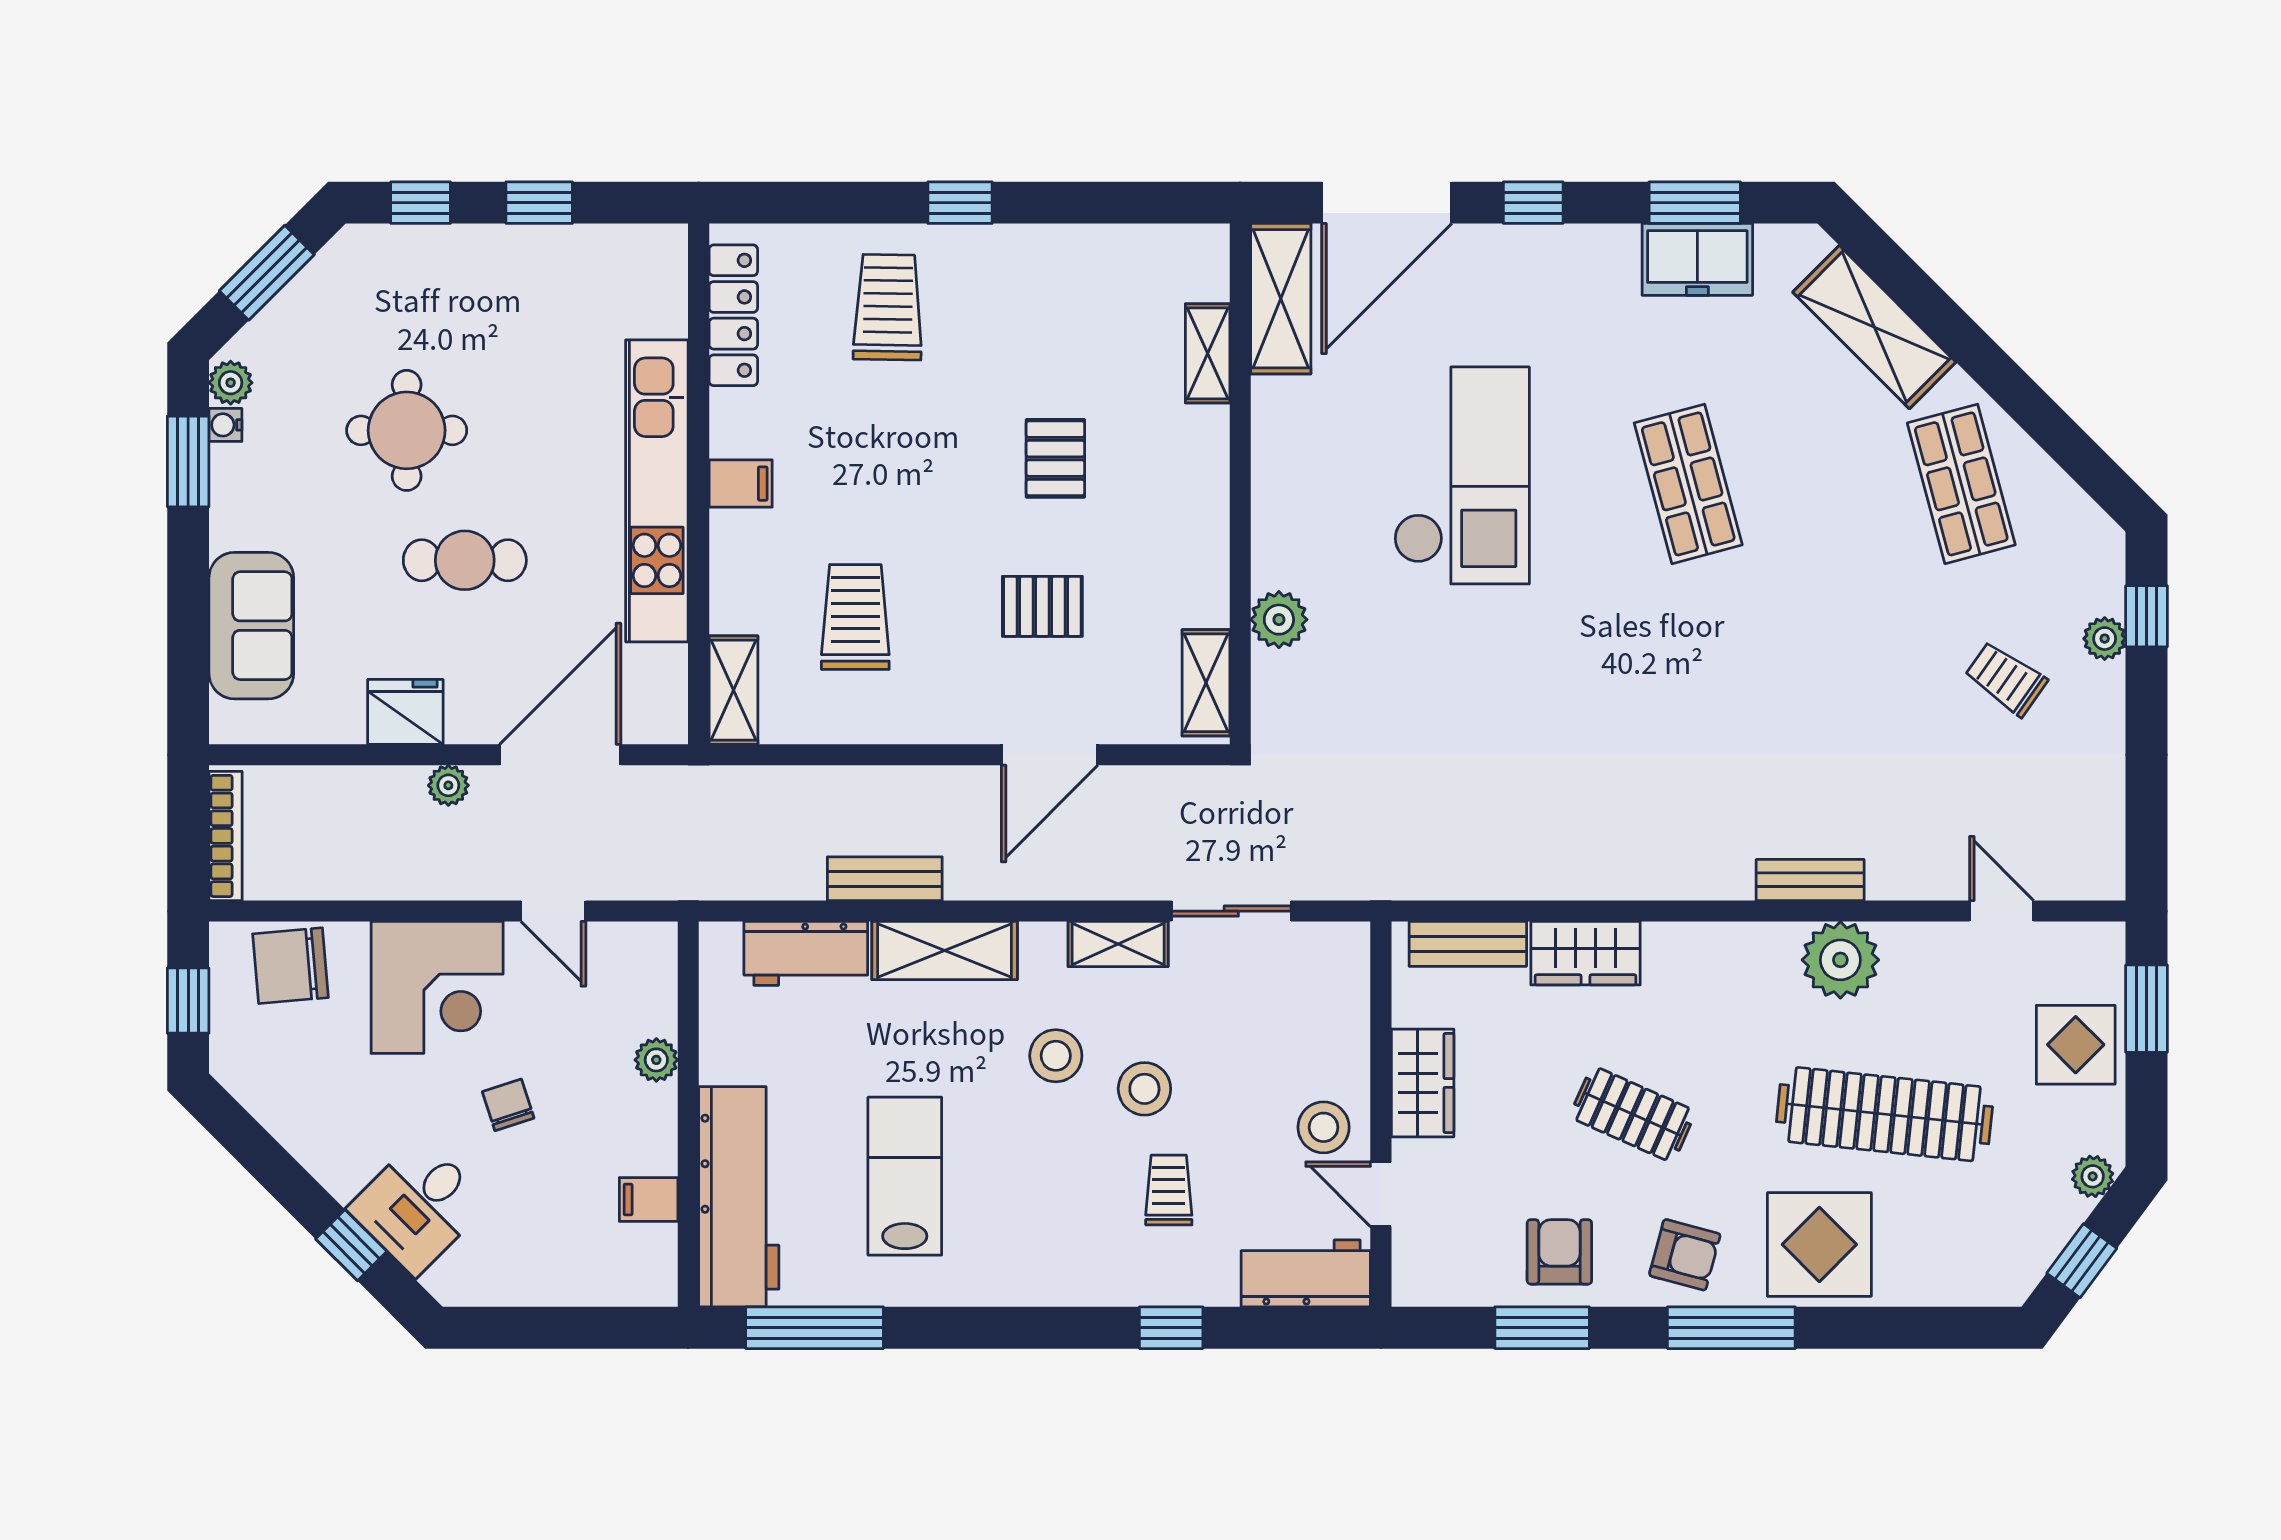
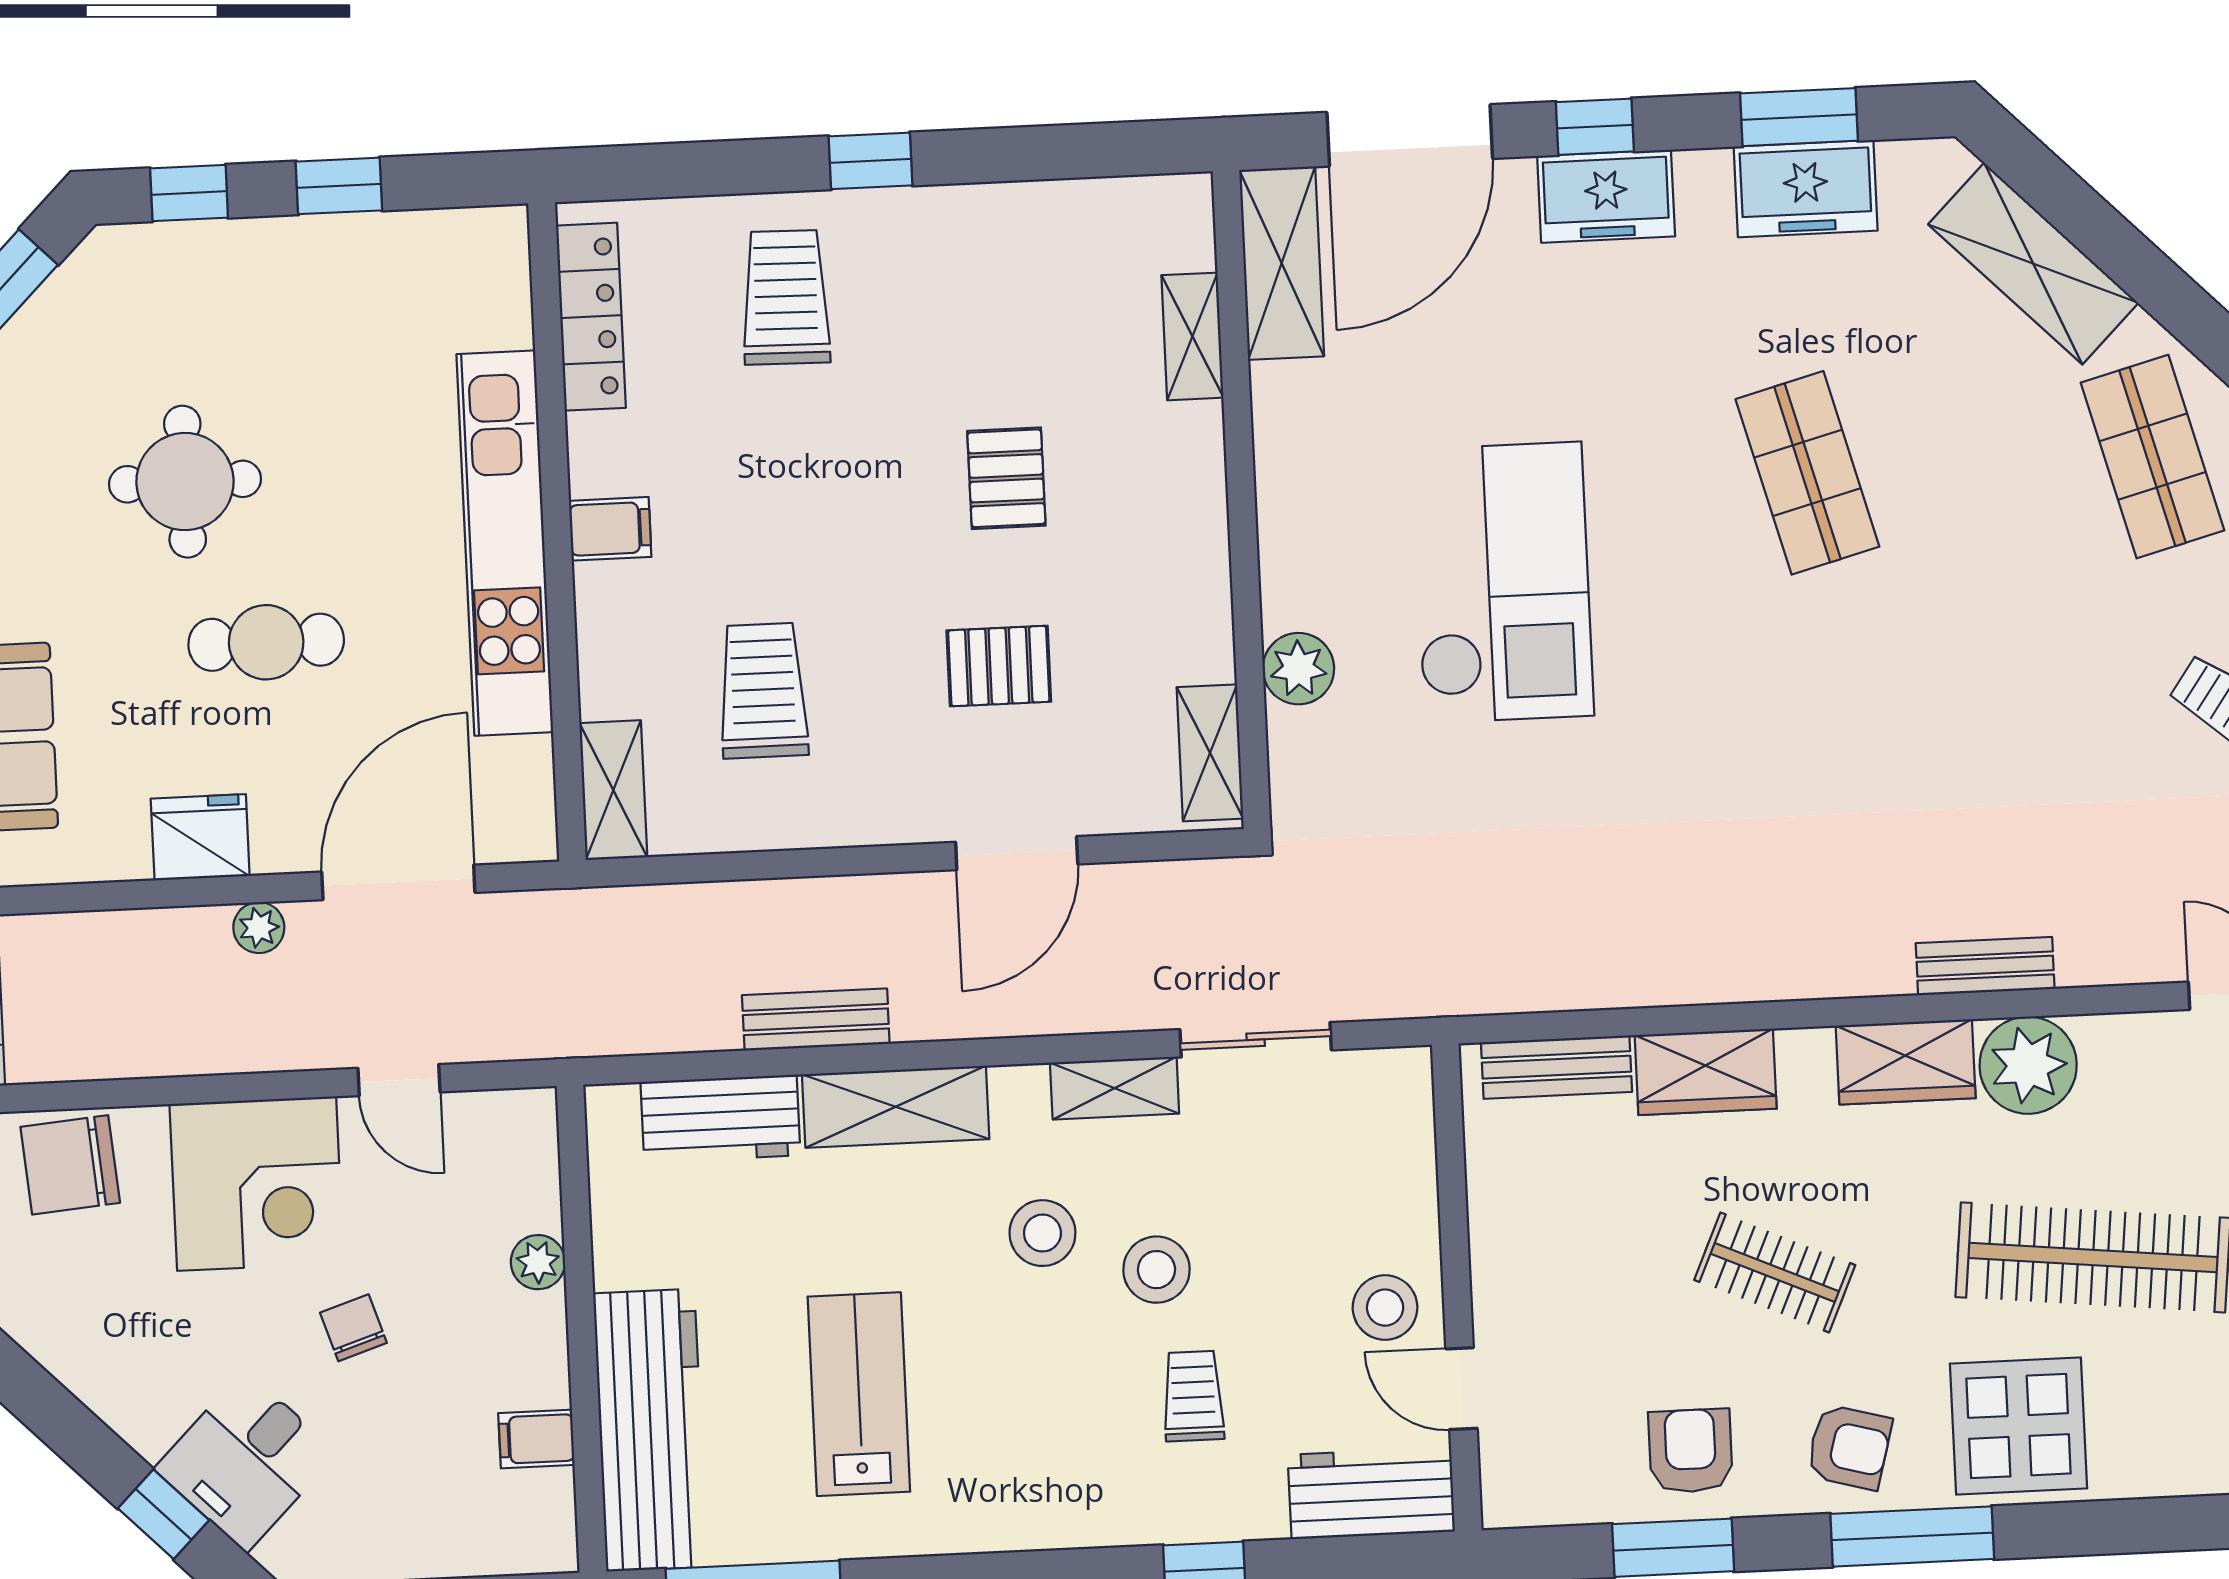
freezer: (1539, 258) -> (1606, 196), added
checkout: (1462, 475) -> (1502, 582), moved
wardrobe: (1423, 1083) -> (1906, 1062), moved, turned 90

